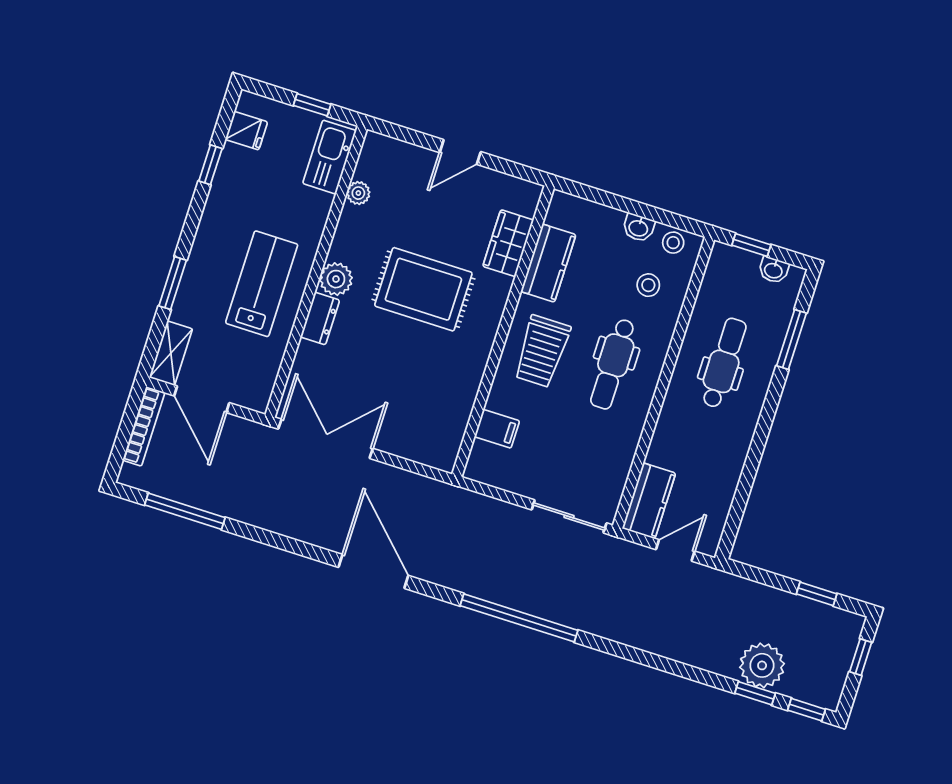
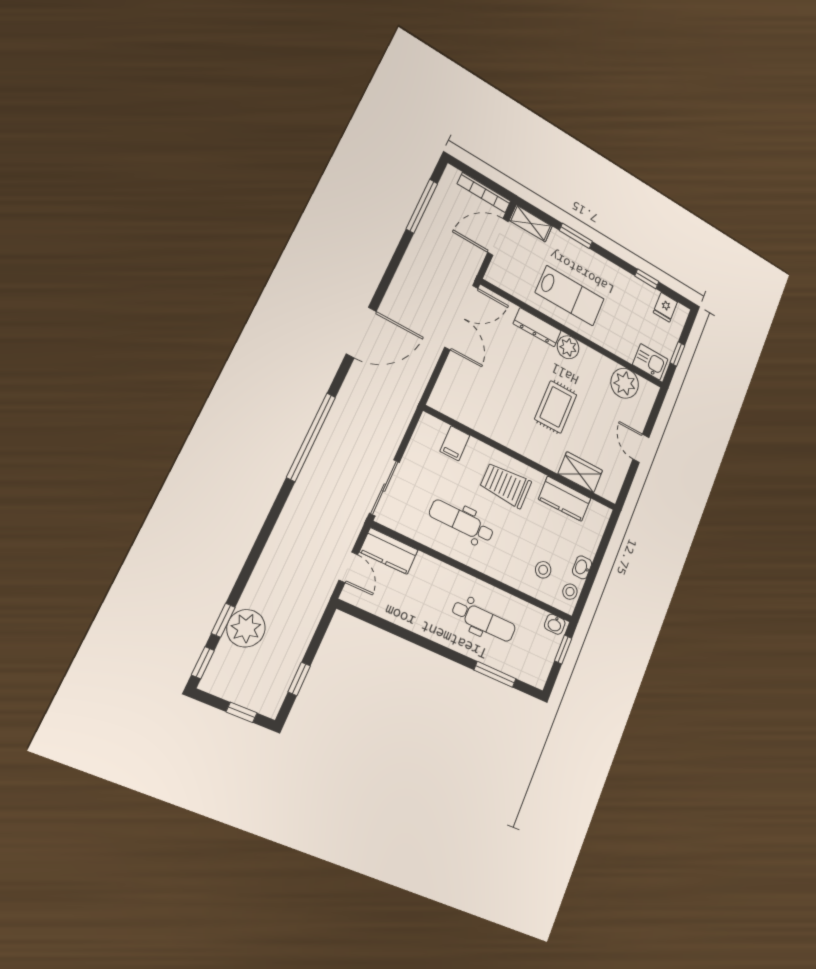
kitchen sink: (329, 157) -> (650, 362), width x0.73
plant: (358, 193) -> (625, 383), width x1.88, depth x1.88
washbasin: (774, 270) -> (555, 624), moved, turned -90
rug: (423, 289) -> (556, 407), width x0.73, depth x0.70
dresser: (320, 318) -> (537, 327), width x1.44
dental chair: (613, 364) -> (462, 521), moved

